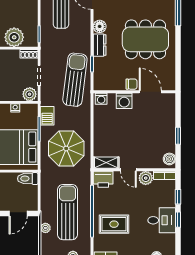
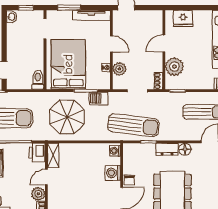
plant: (30, 94) -> (119, 69), moved

